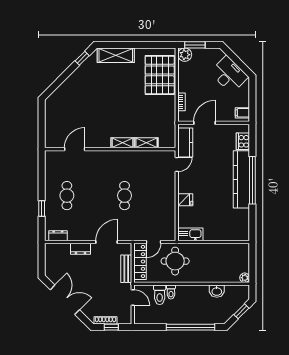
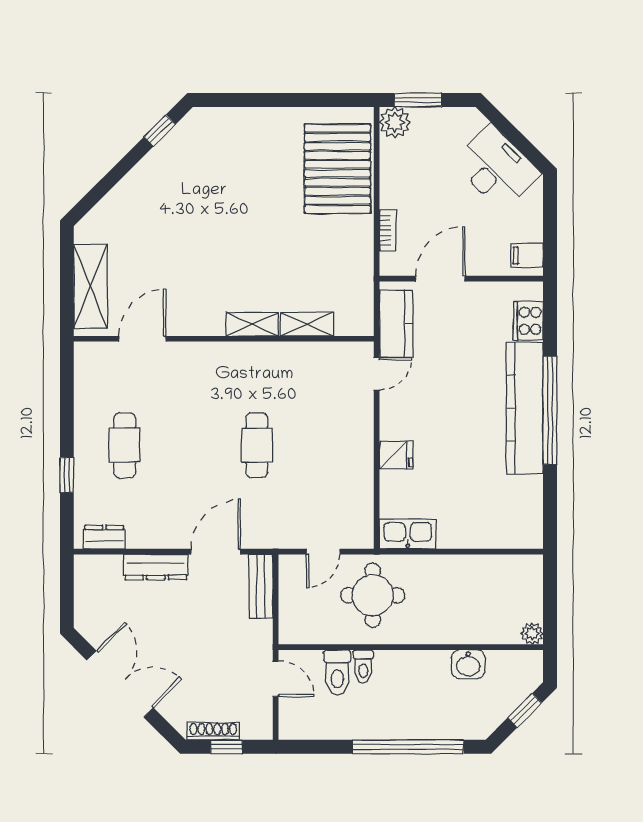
shelving: (116, 55) -> (90, 286), moved, turned 90
dresser: (80, 249) -> (156, 567), width x1.44
locker: (140, 261) -> (292, 596), removed
bench: (126, 269) -> (261, 586), moved

